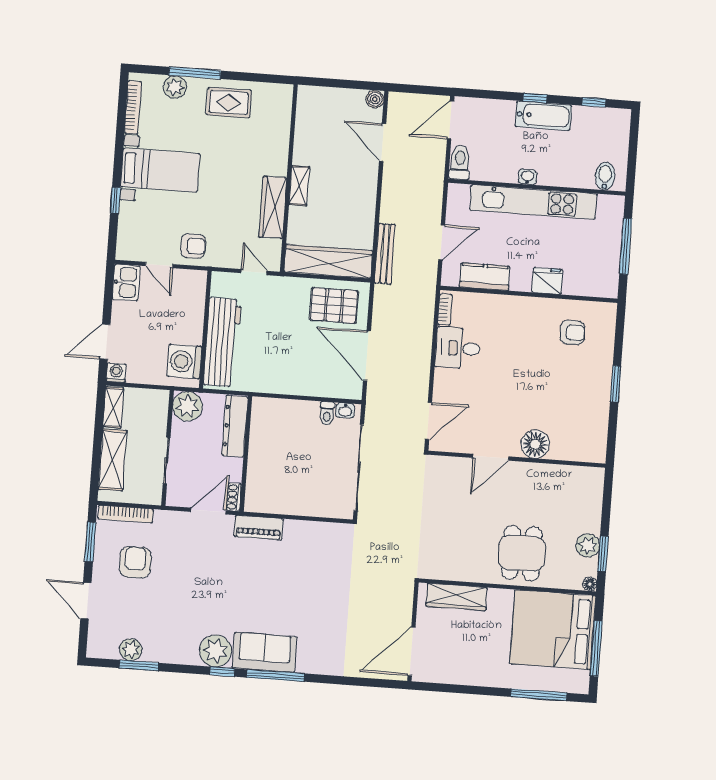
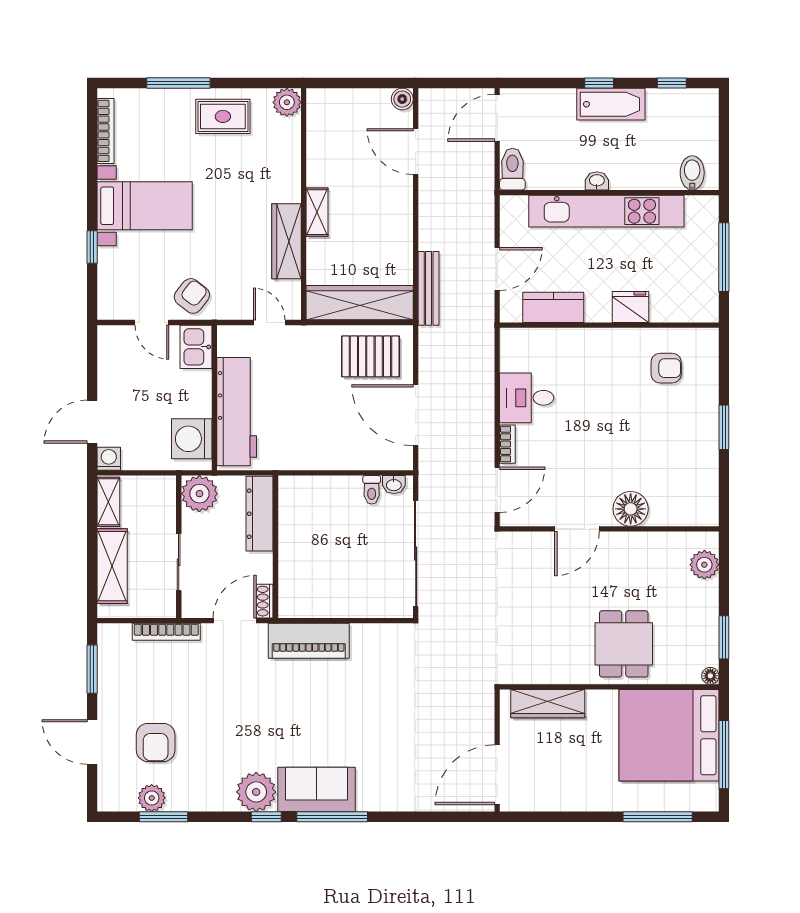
plant: (175, 87) -> (287, 102), moved
armchair: (193, 246) -> (192, 296), turned -52
kitchen sink: (126, 282) -> (196, 347), moved, turned 180
bookcase: (445, 310) -> (507, 444), moved
bookcase: (126, 514) -> (166, 632), moved
piano: (259, 528) -> (309, 641), width x1.37, depth x1.33
plant: (588, 545) -> (704, 565), moved
armchair: (135, 562) -> (156, 742), moved, turned 180

